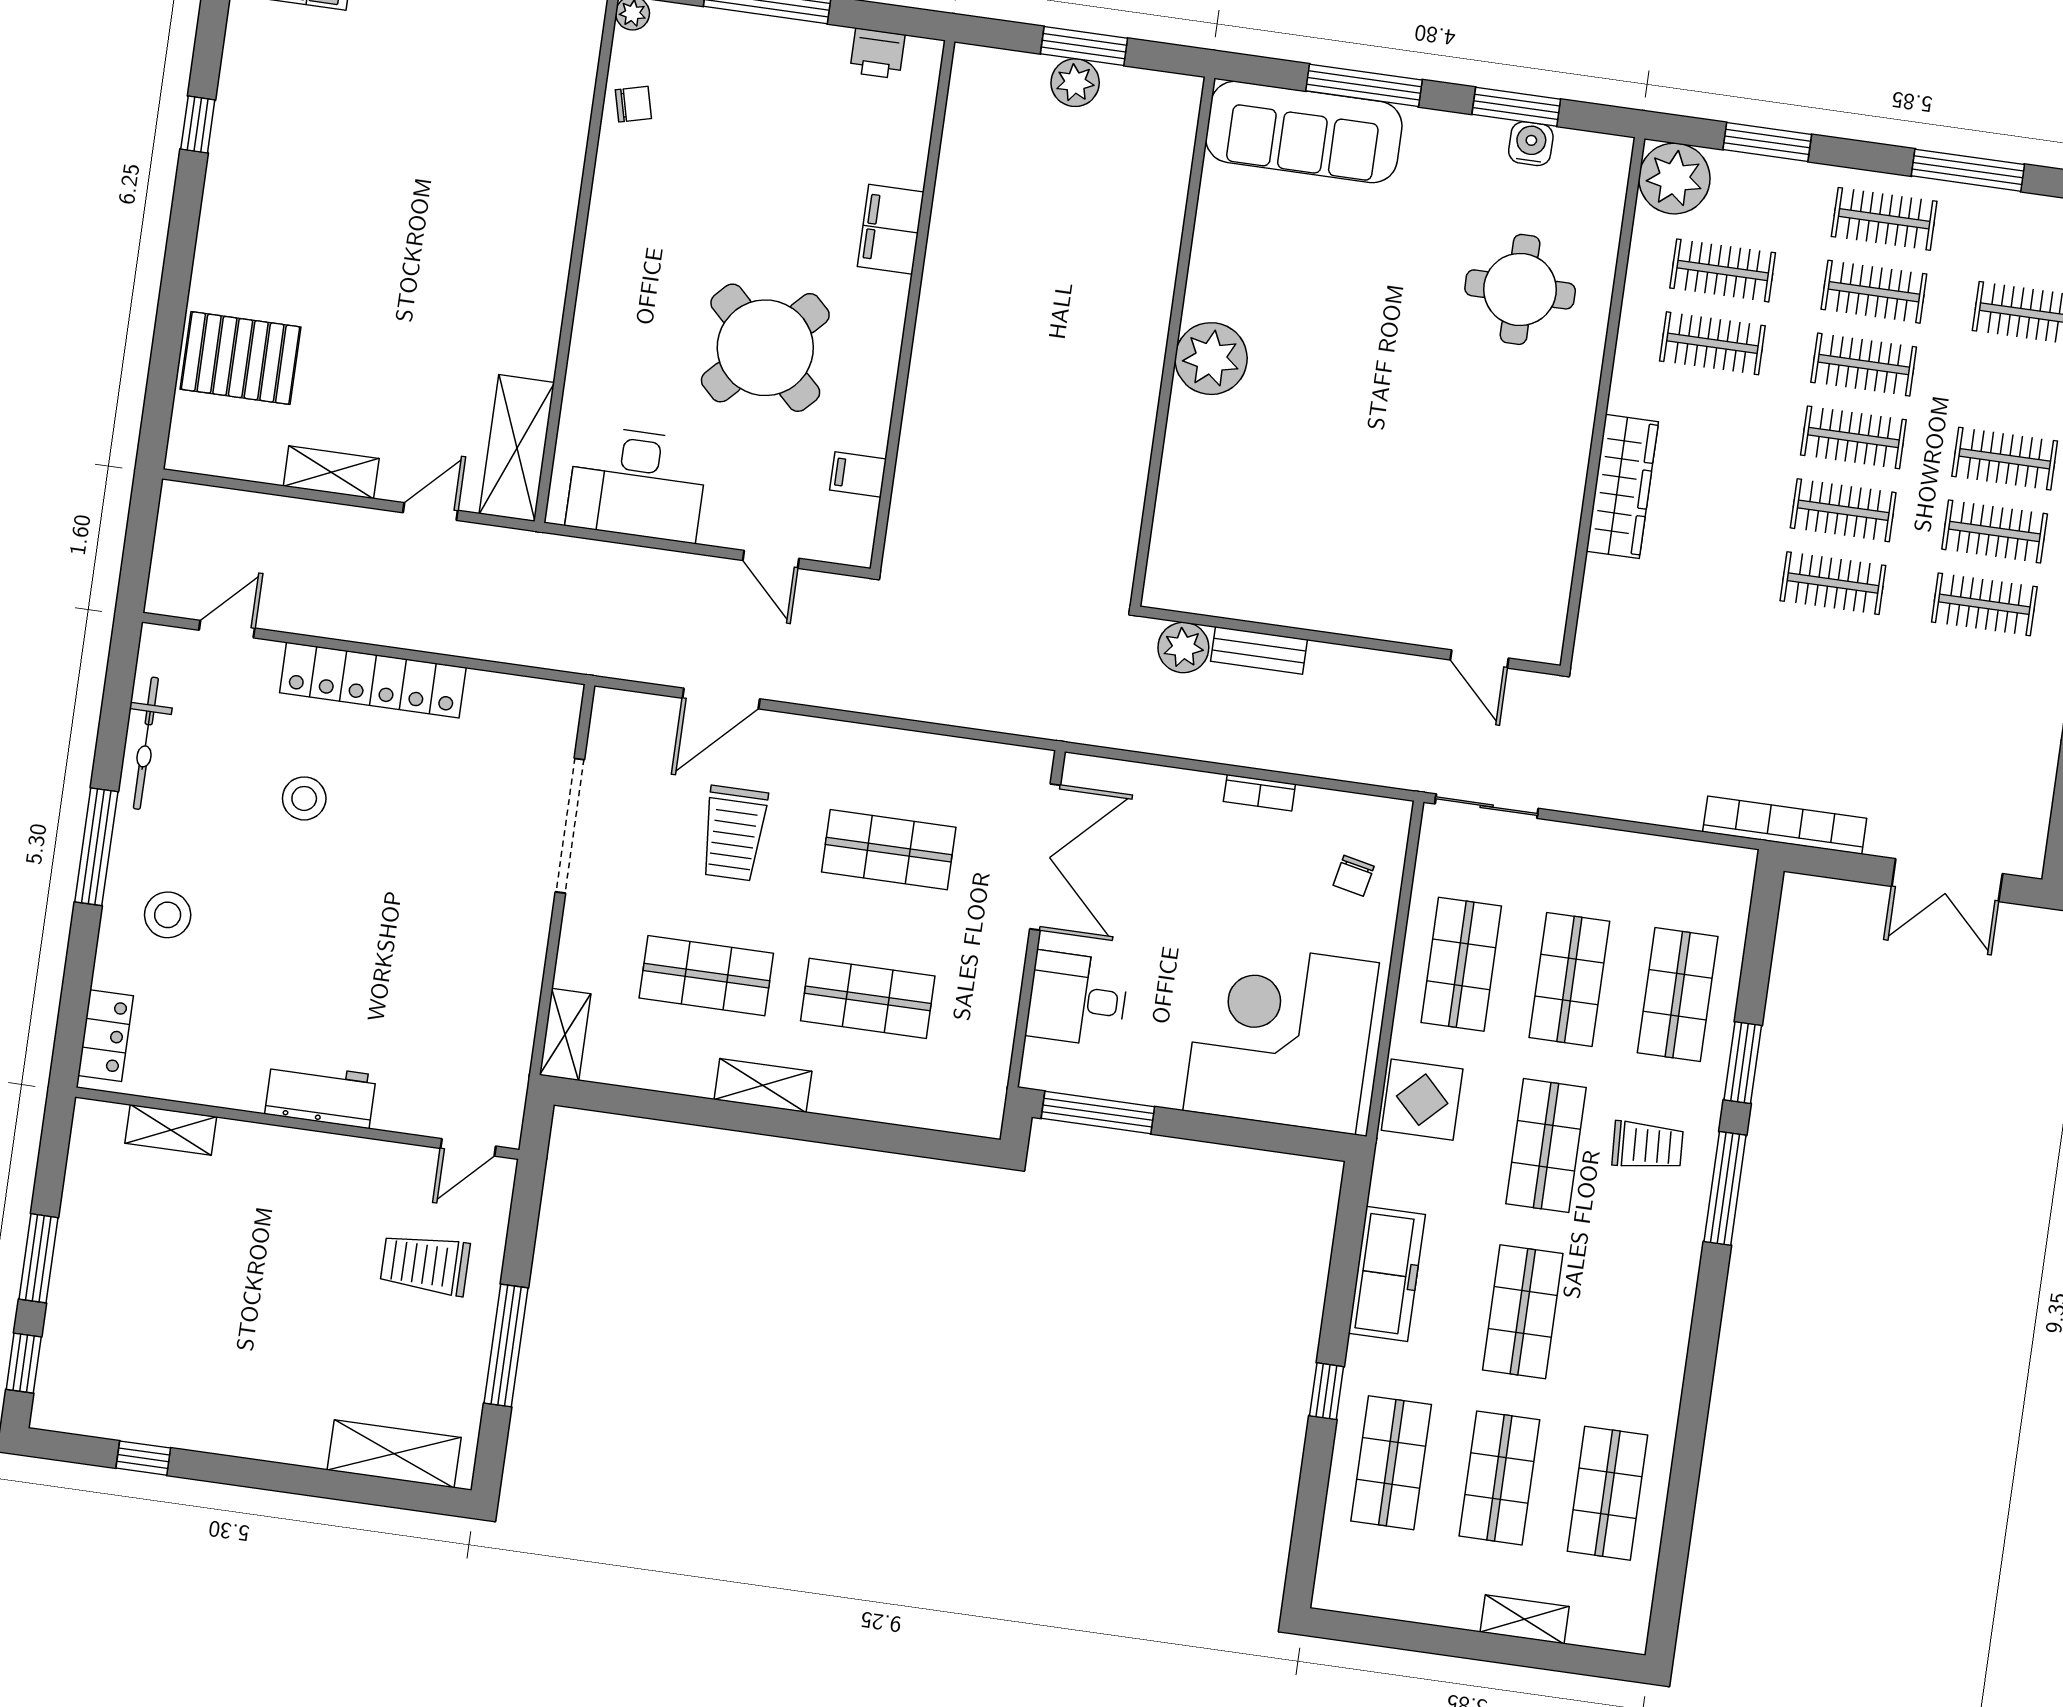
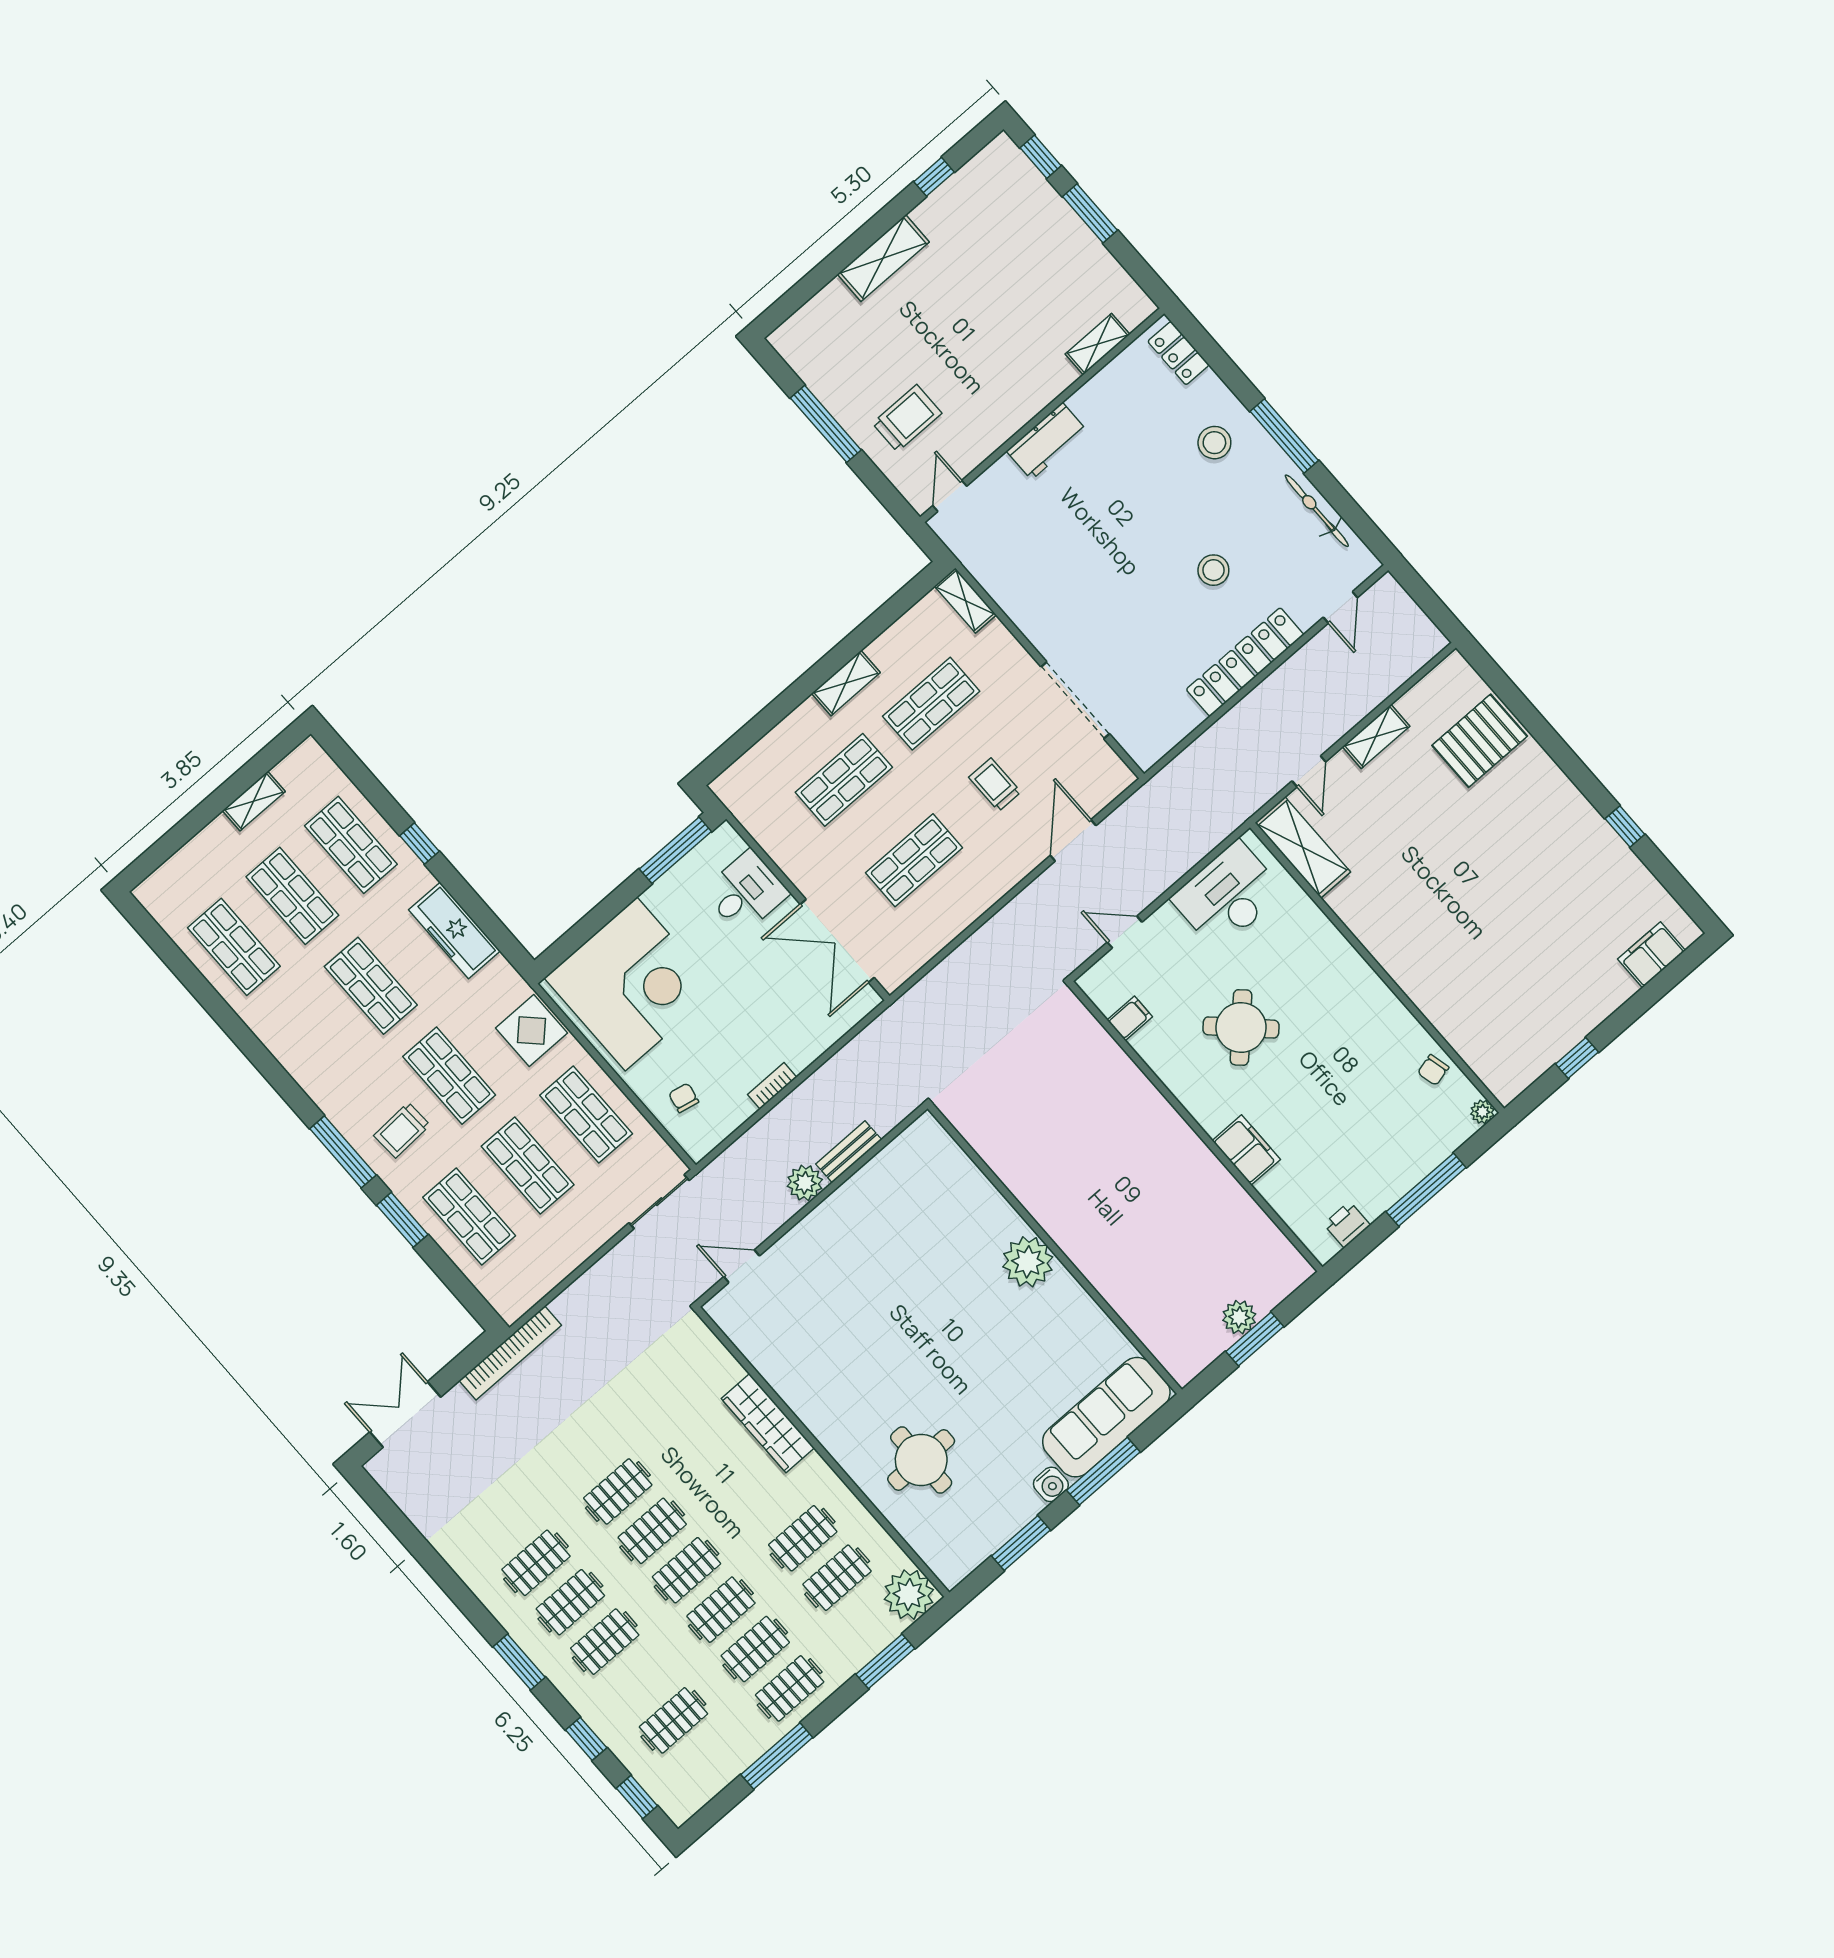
water cooler: (1531, 144) -> (1051, 1484), moved
round table: (765, 348) -> (1241, 1027), width x0.73, depth x0.73
plant: (1183, 648) -> (805, 1183), moved
trolley: (734, 833) -> (995, 785), width x0.73, depth x0.72
shelving: (394, 1454) -> (883, 258), moved
shelving: (1525, 1619) -> (254, 801), moved

